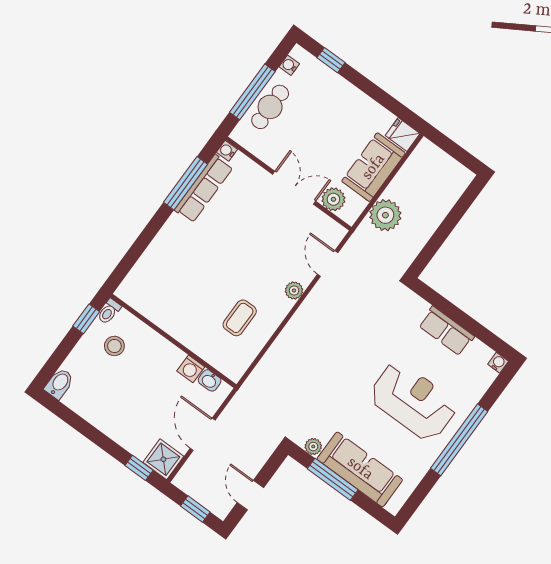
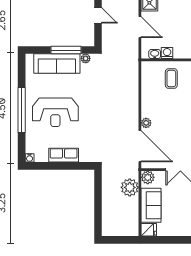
plant: (333, 199) -> (148, 177), moved
door: (328, 263) -> (140, 146), width x1.88
coffee table: (240, 318) -> (171, 78), moved

